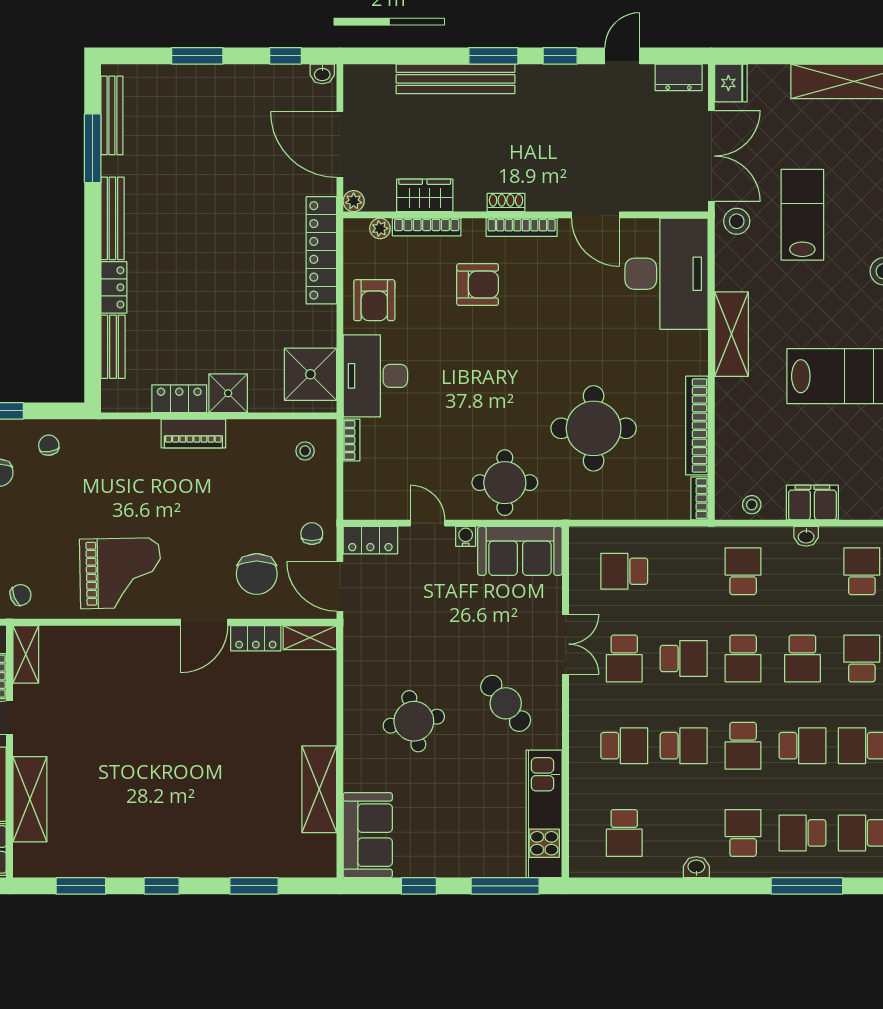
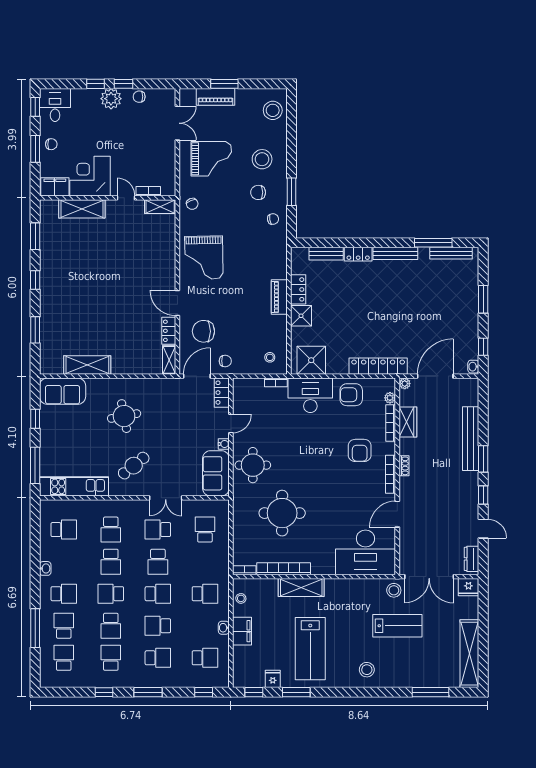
shelving: (732, 334) -> (301, 588), moved
school desk: (743, 658) -> (158, 594), turned 180
school desk: (624, 833) -> (64, 530), turned 180

